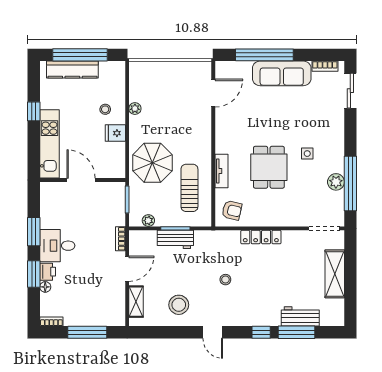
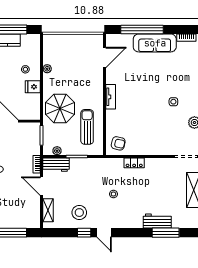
dining table: (269, 167) -> (145, 112), removed
tv unit: (221, 171) -> (111, 97), moved
locker: (261, 237) -> (134, 163), width x0.66
workbench: (175, 239) -> (56, 165), moved
door: (127, 269) -> (41, 186), swing flipped
workbench: (300, 316) -> (157, 221), moved
window: (261, 332) -> (84, 233), moved

